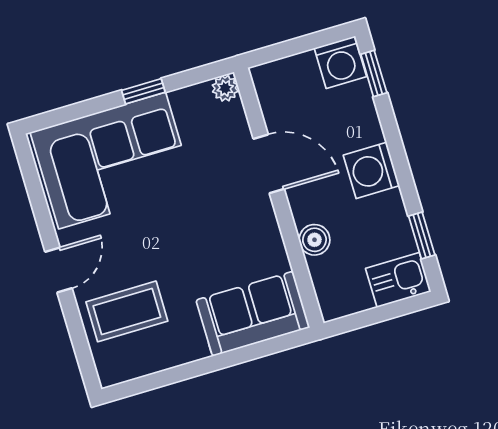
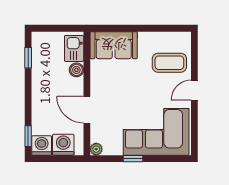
washing machine: (371, 170) -> (63, 145), moved, turned -90
kitchen sink: (398, 280) -> (74, 48), moved, turned 90

